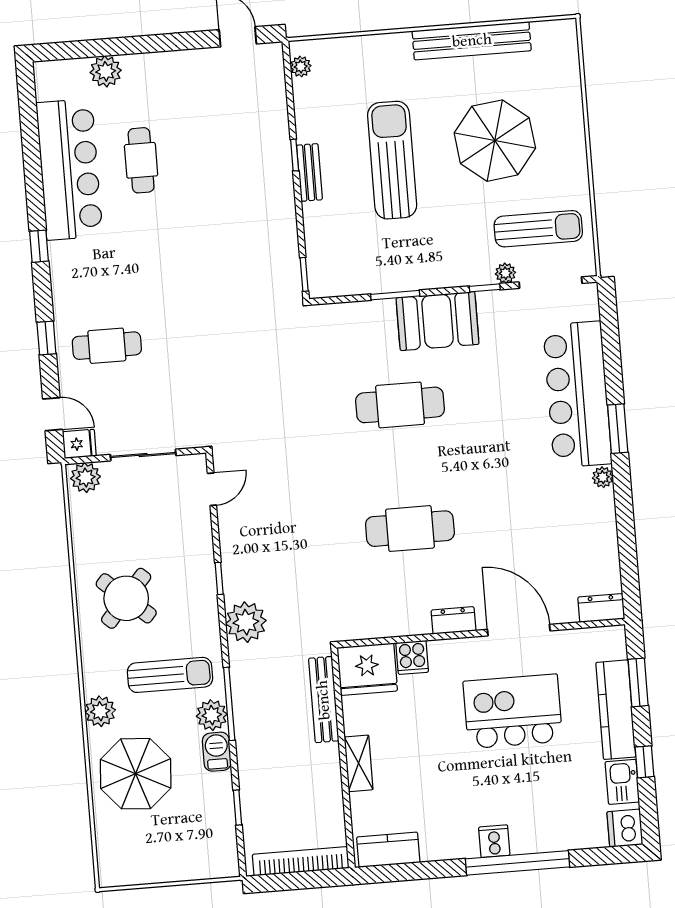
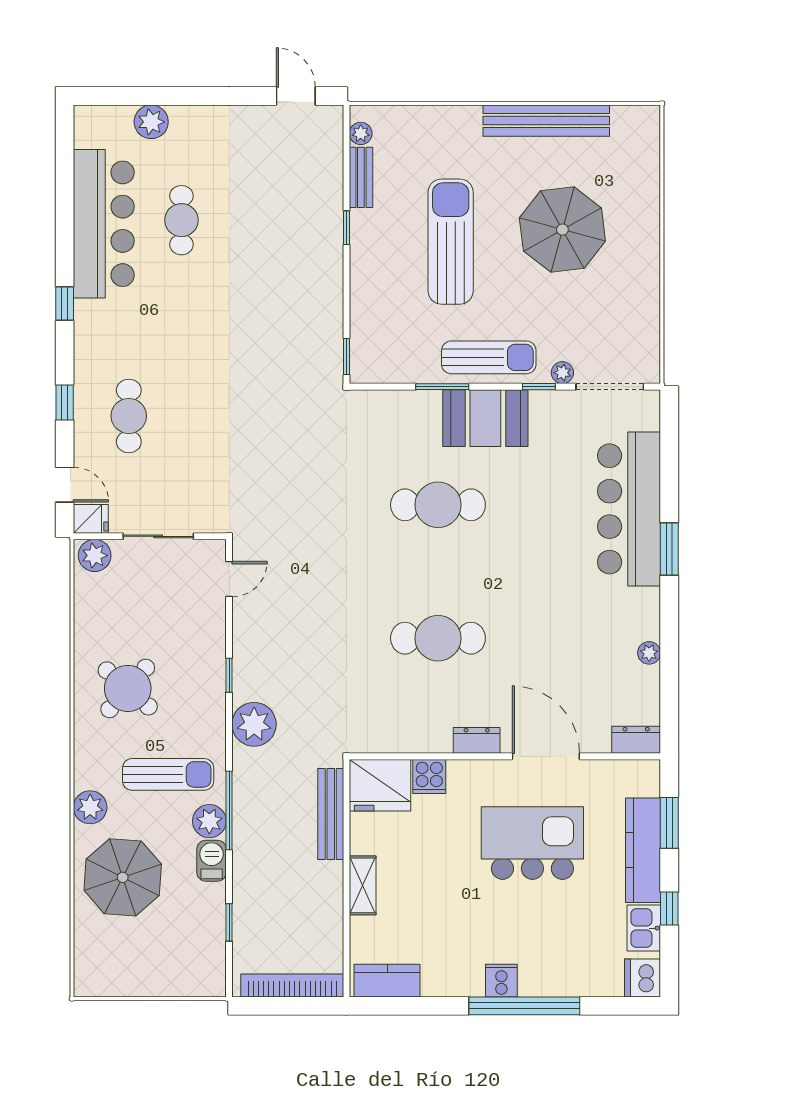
bench: (309, 172) -> (361, 177), moved
sun lounger: (538, 229) -> (489, 357), moved
cafe table: (107, 346) -> (129, 416), turned 90
plant: (603, 477) -> (649, 653), moved

